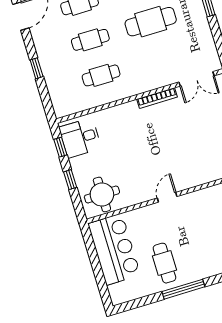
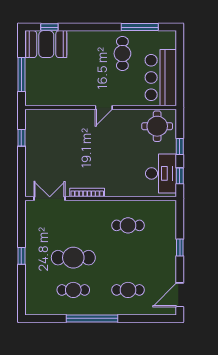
cafe table: (90, 40) -> (128, 258), removed
desk: (80, 138) -> (161, 173), width x1.37
window: (183, 289) -> (140, 27), moved

